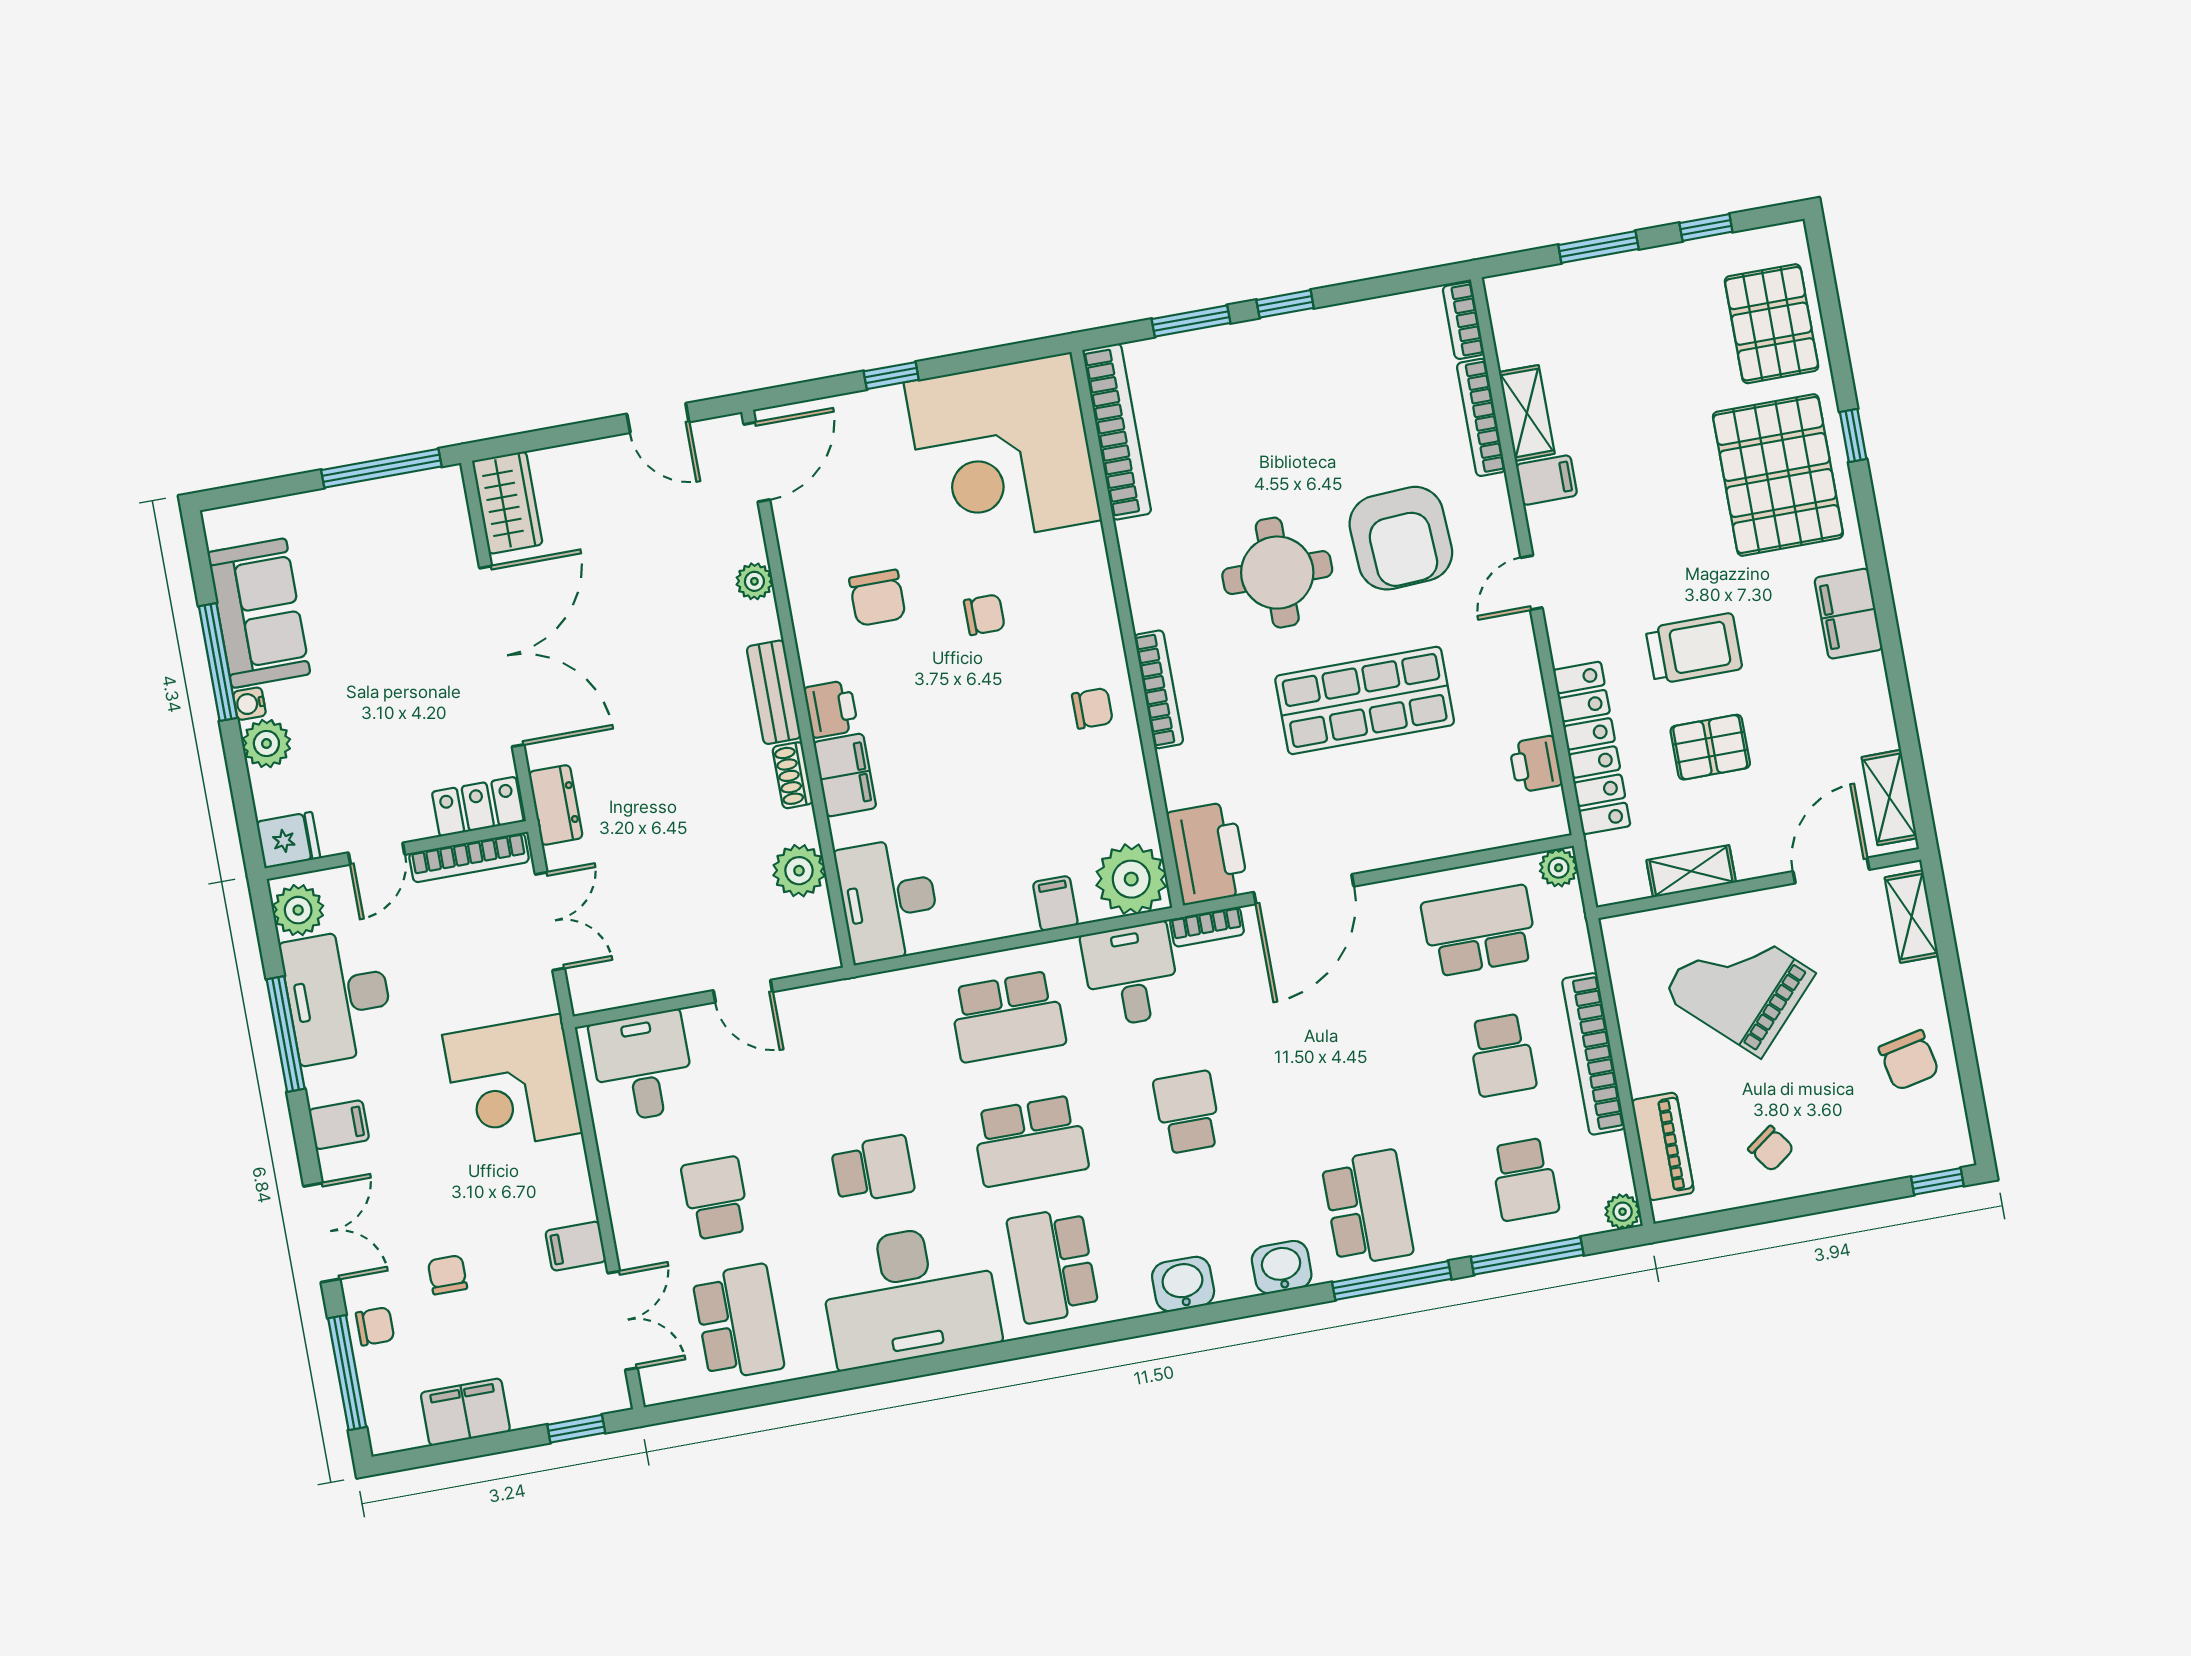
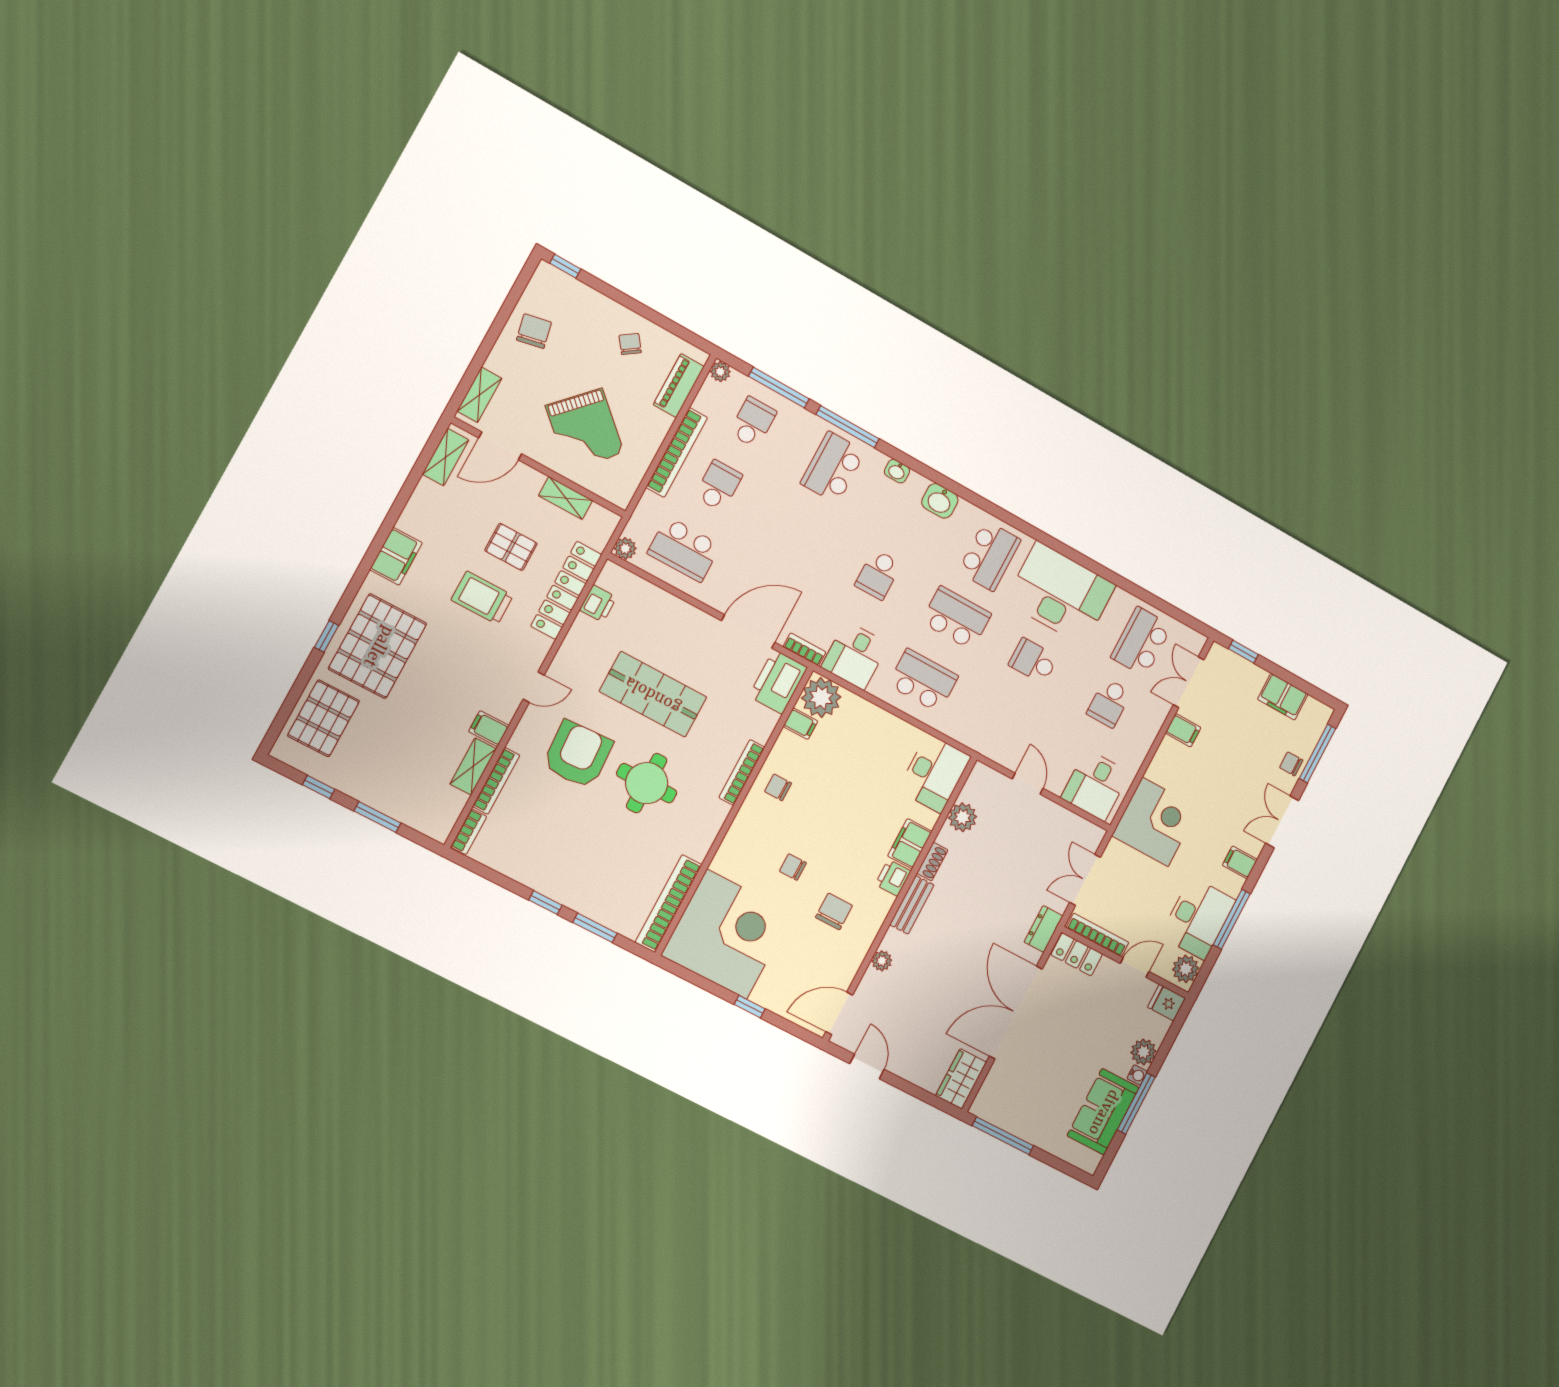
filing cabinet: (1055, 903) -> (800, 724), moved, turned -90
washbasin: (1282, 1267) -> (897, 471), width x0.72, depth x0.69
chair: (447, 1275) -> (1245, 761), removed

